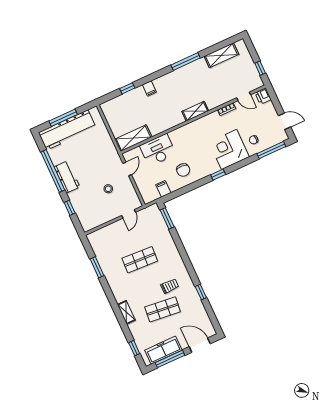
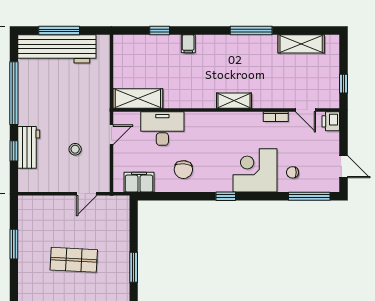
workbench: (67, 177) -> (29, 147), moved
filing cabinet: (163, 189) -> (139, 182), width x2.00
window: (167, 218) -> (134, 267), moved

